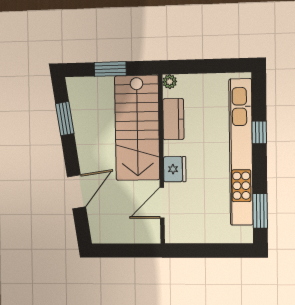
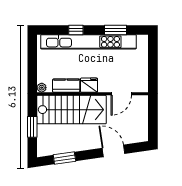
fridge: (175, 169) -> (89, 85), moved
door: (162, 203) -> (121, 94), hinge flipped
window: (260, 211) -> (115, 30), moved

